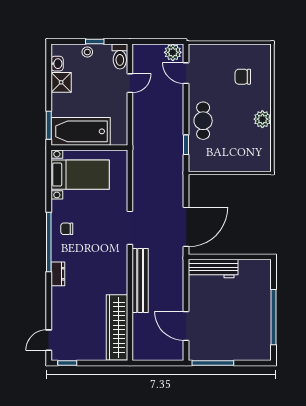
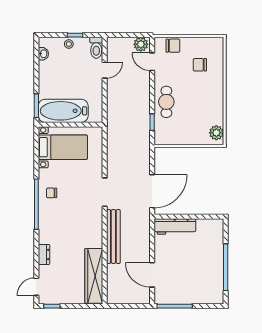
chair: (211, 54) -> (173, 46), added
shower: (61, 82) -> (47, 70), removed
plant: (262, 119) -> (216, 133), moved
dresser: (58, 274) -> (44, 254), moved

